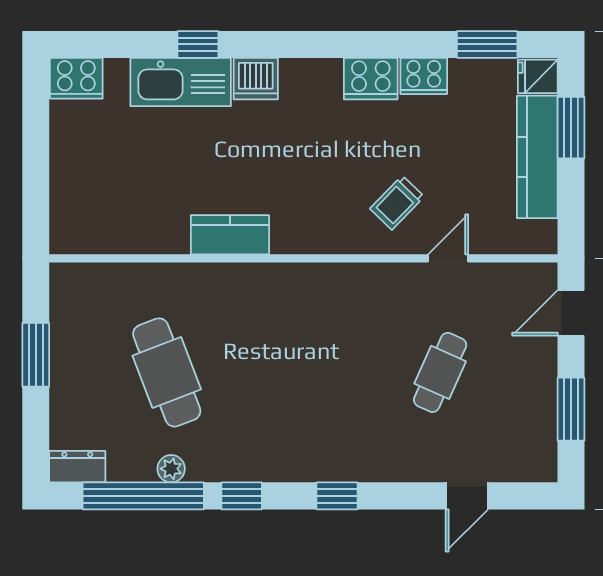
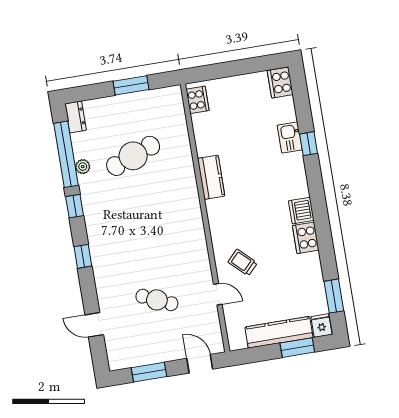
cooker: (424, 76) -> (197, 100), moved, turned 180
dishwasher: (256, 79) -> (301, 211), moved
kitchen sink: (181, 82) -> (290, 137), width x0.53, depth x0.81

